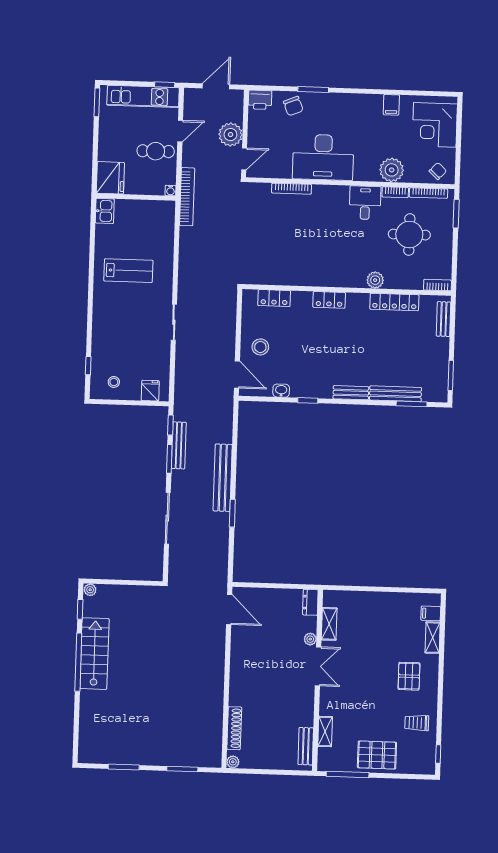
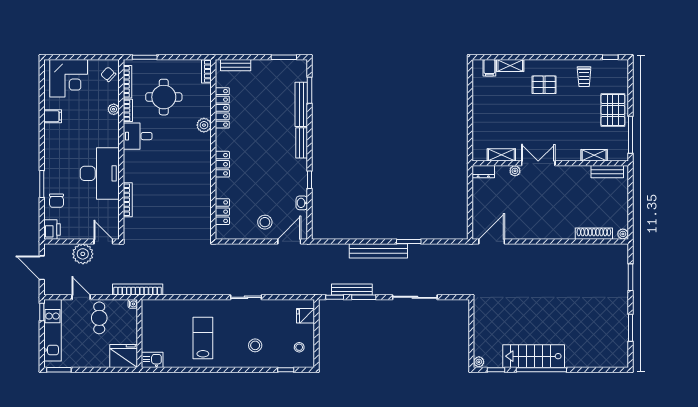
chair: (293, 106) -> (56, 201), turned 112
plant: (392, 170) -> (114, 109), width x0.53, depth x0.53
stool: (118, 331) -> (255, 345), added

